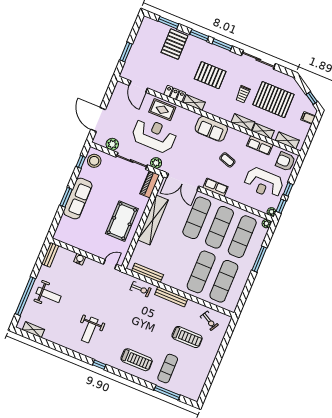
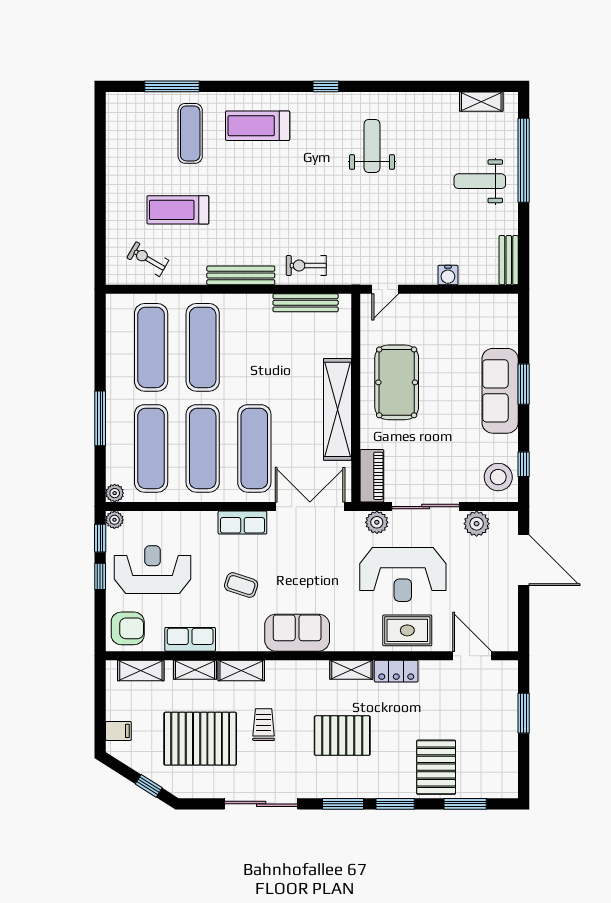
window: (312, 98) -> (149, 786), moved

